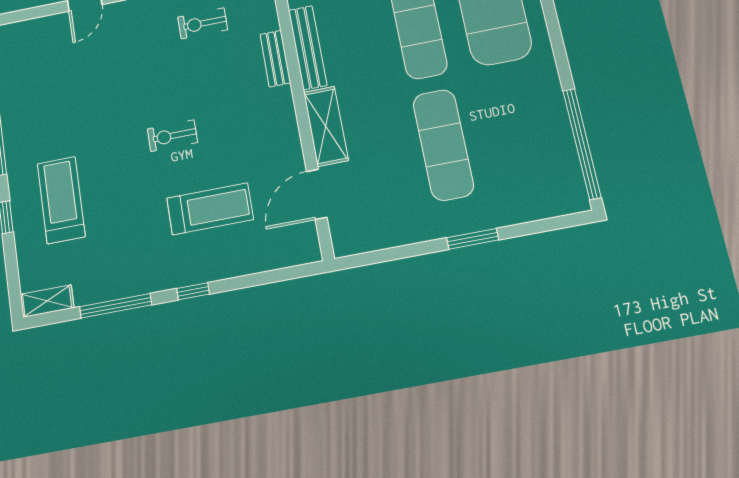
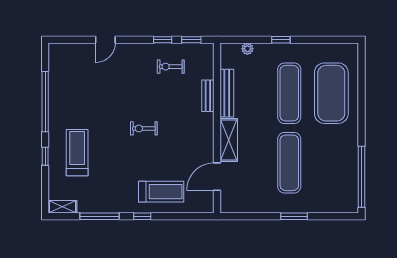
treadmill: (210, 209) -> (161, 192), moved

